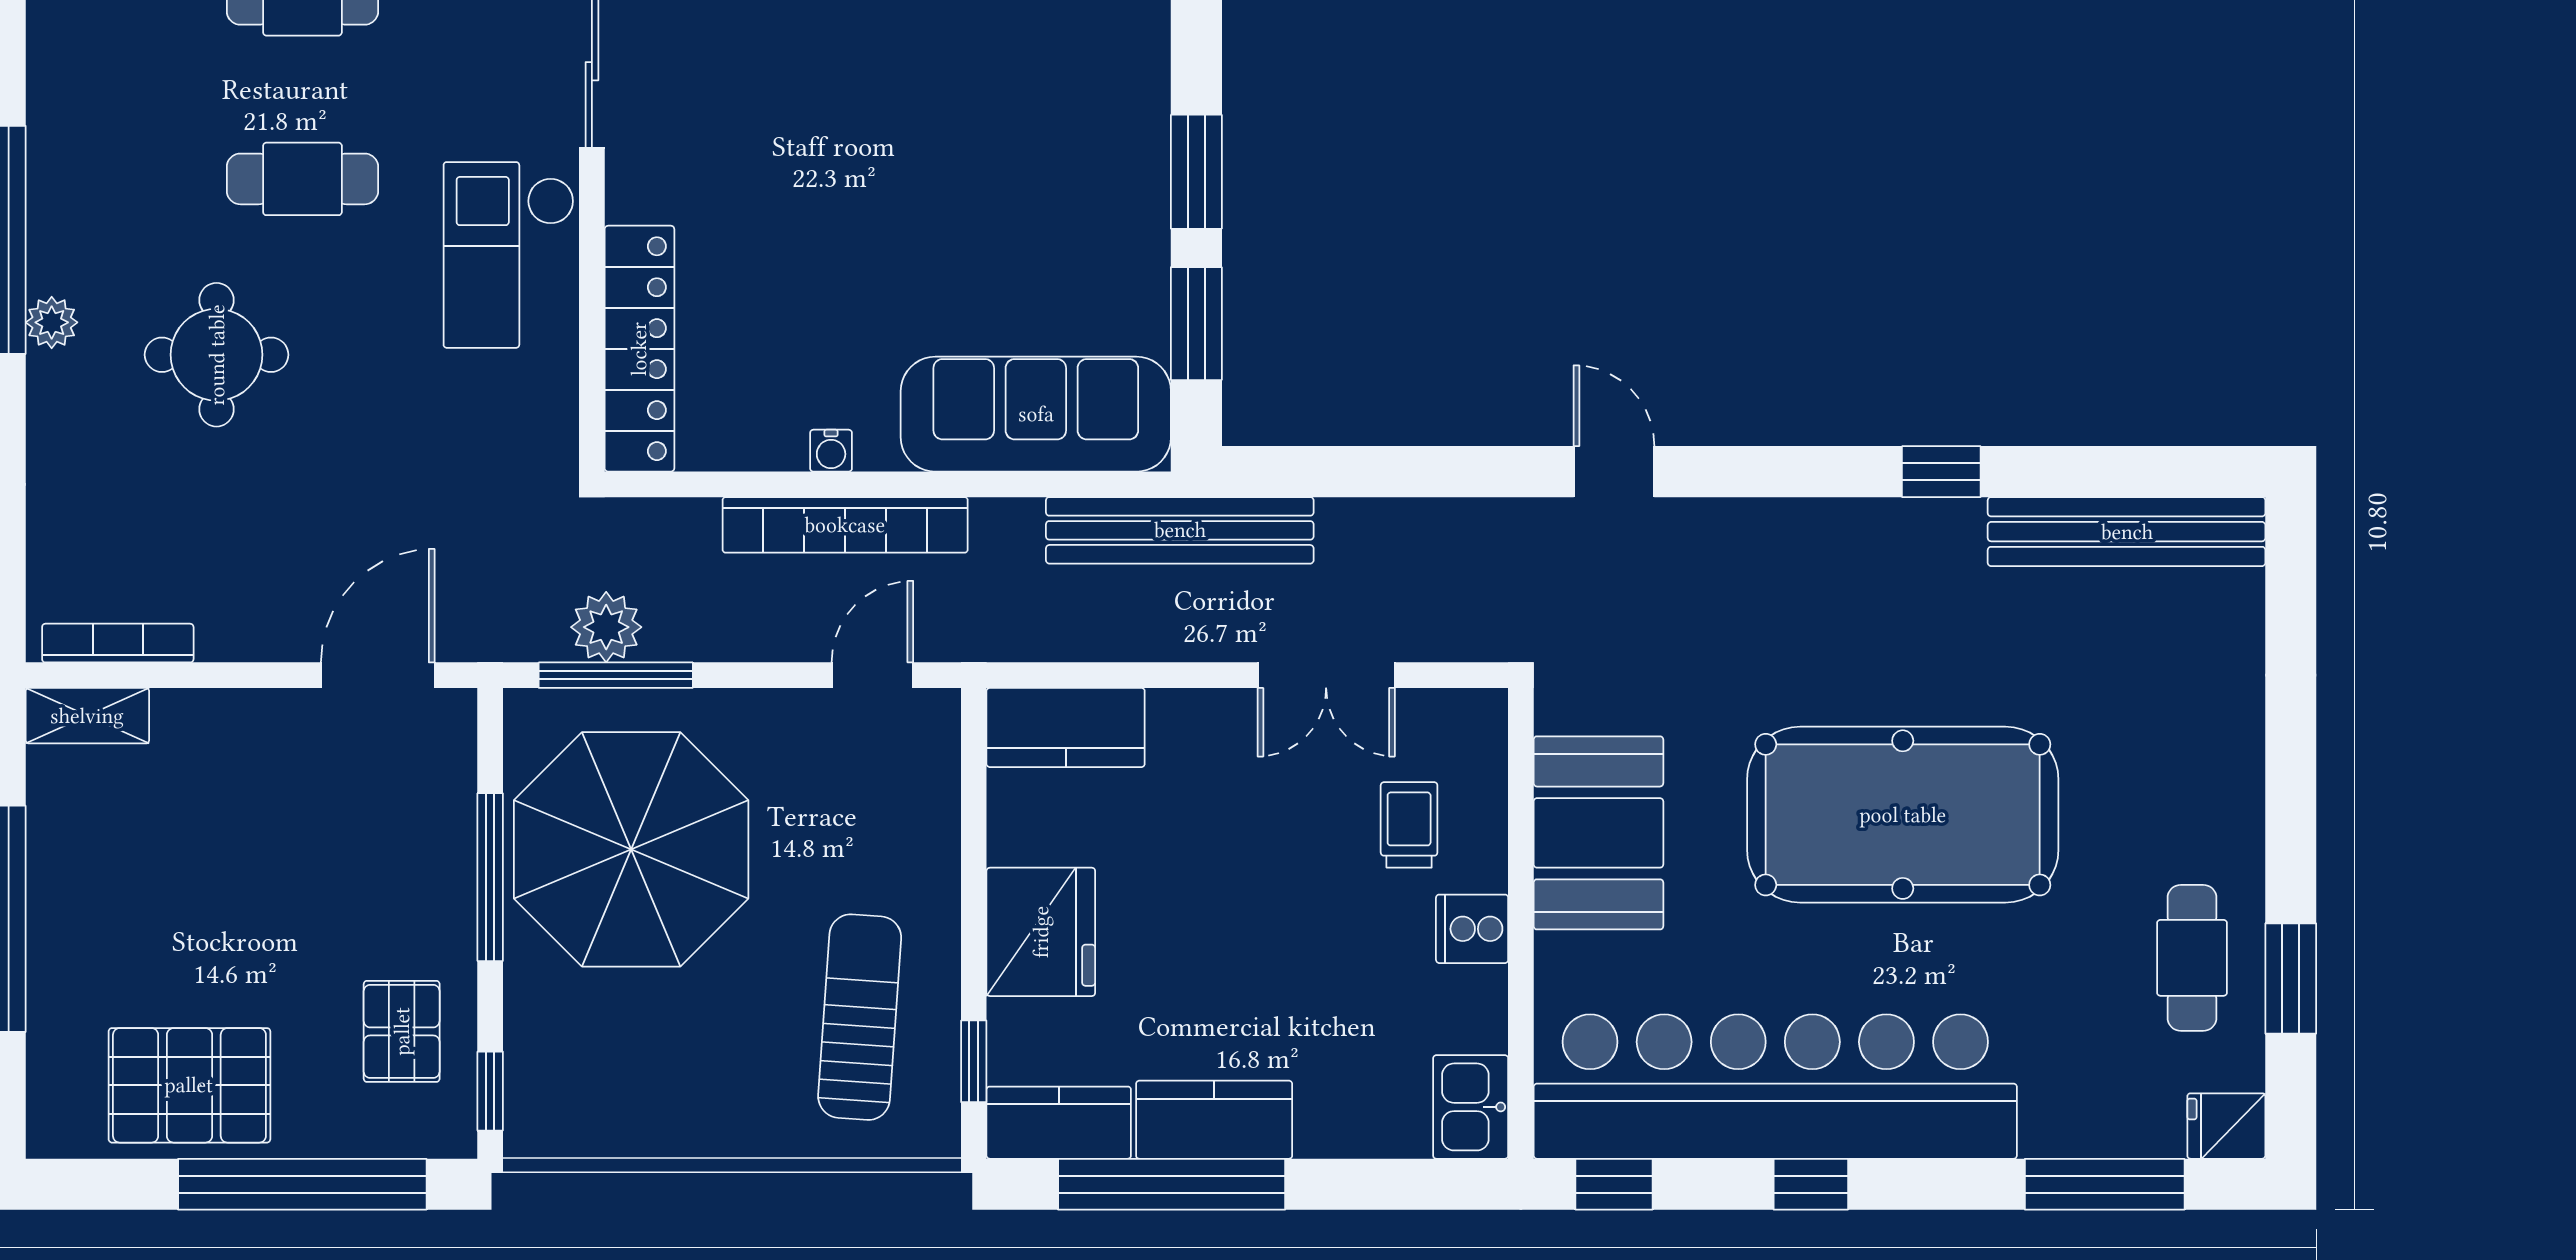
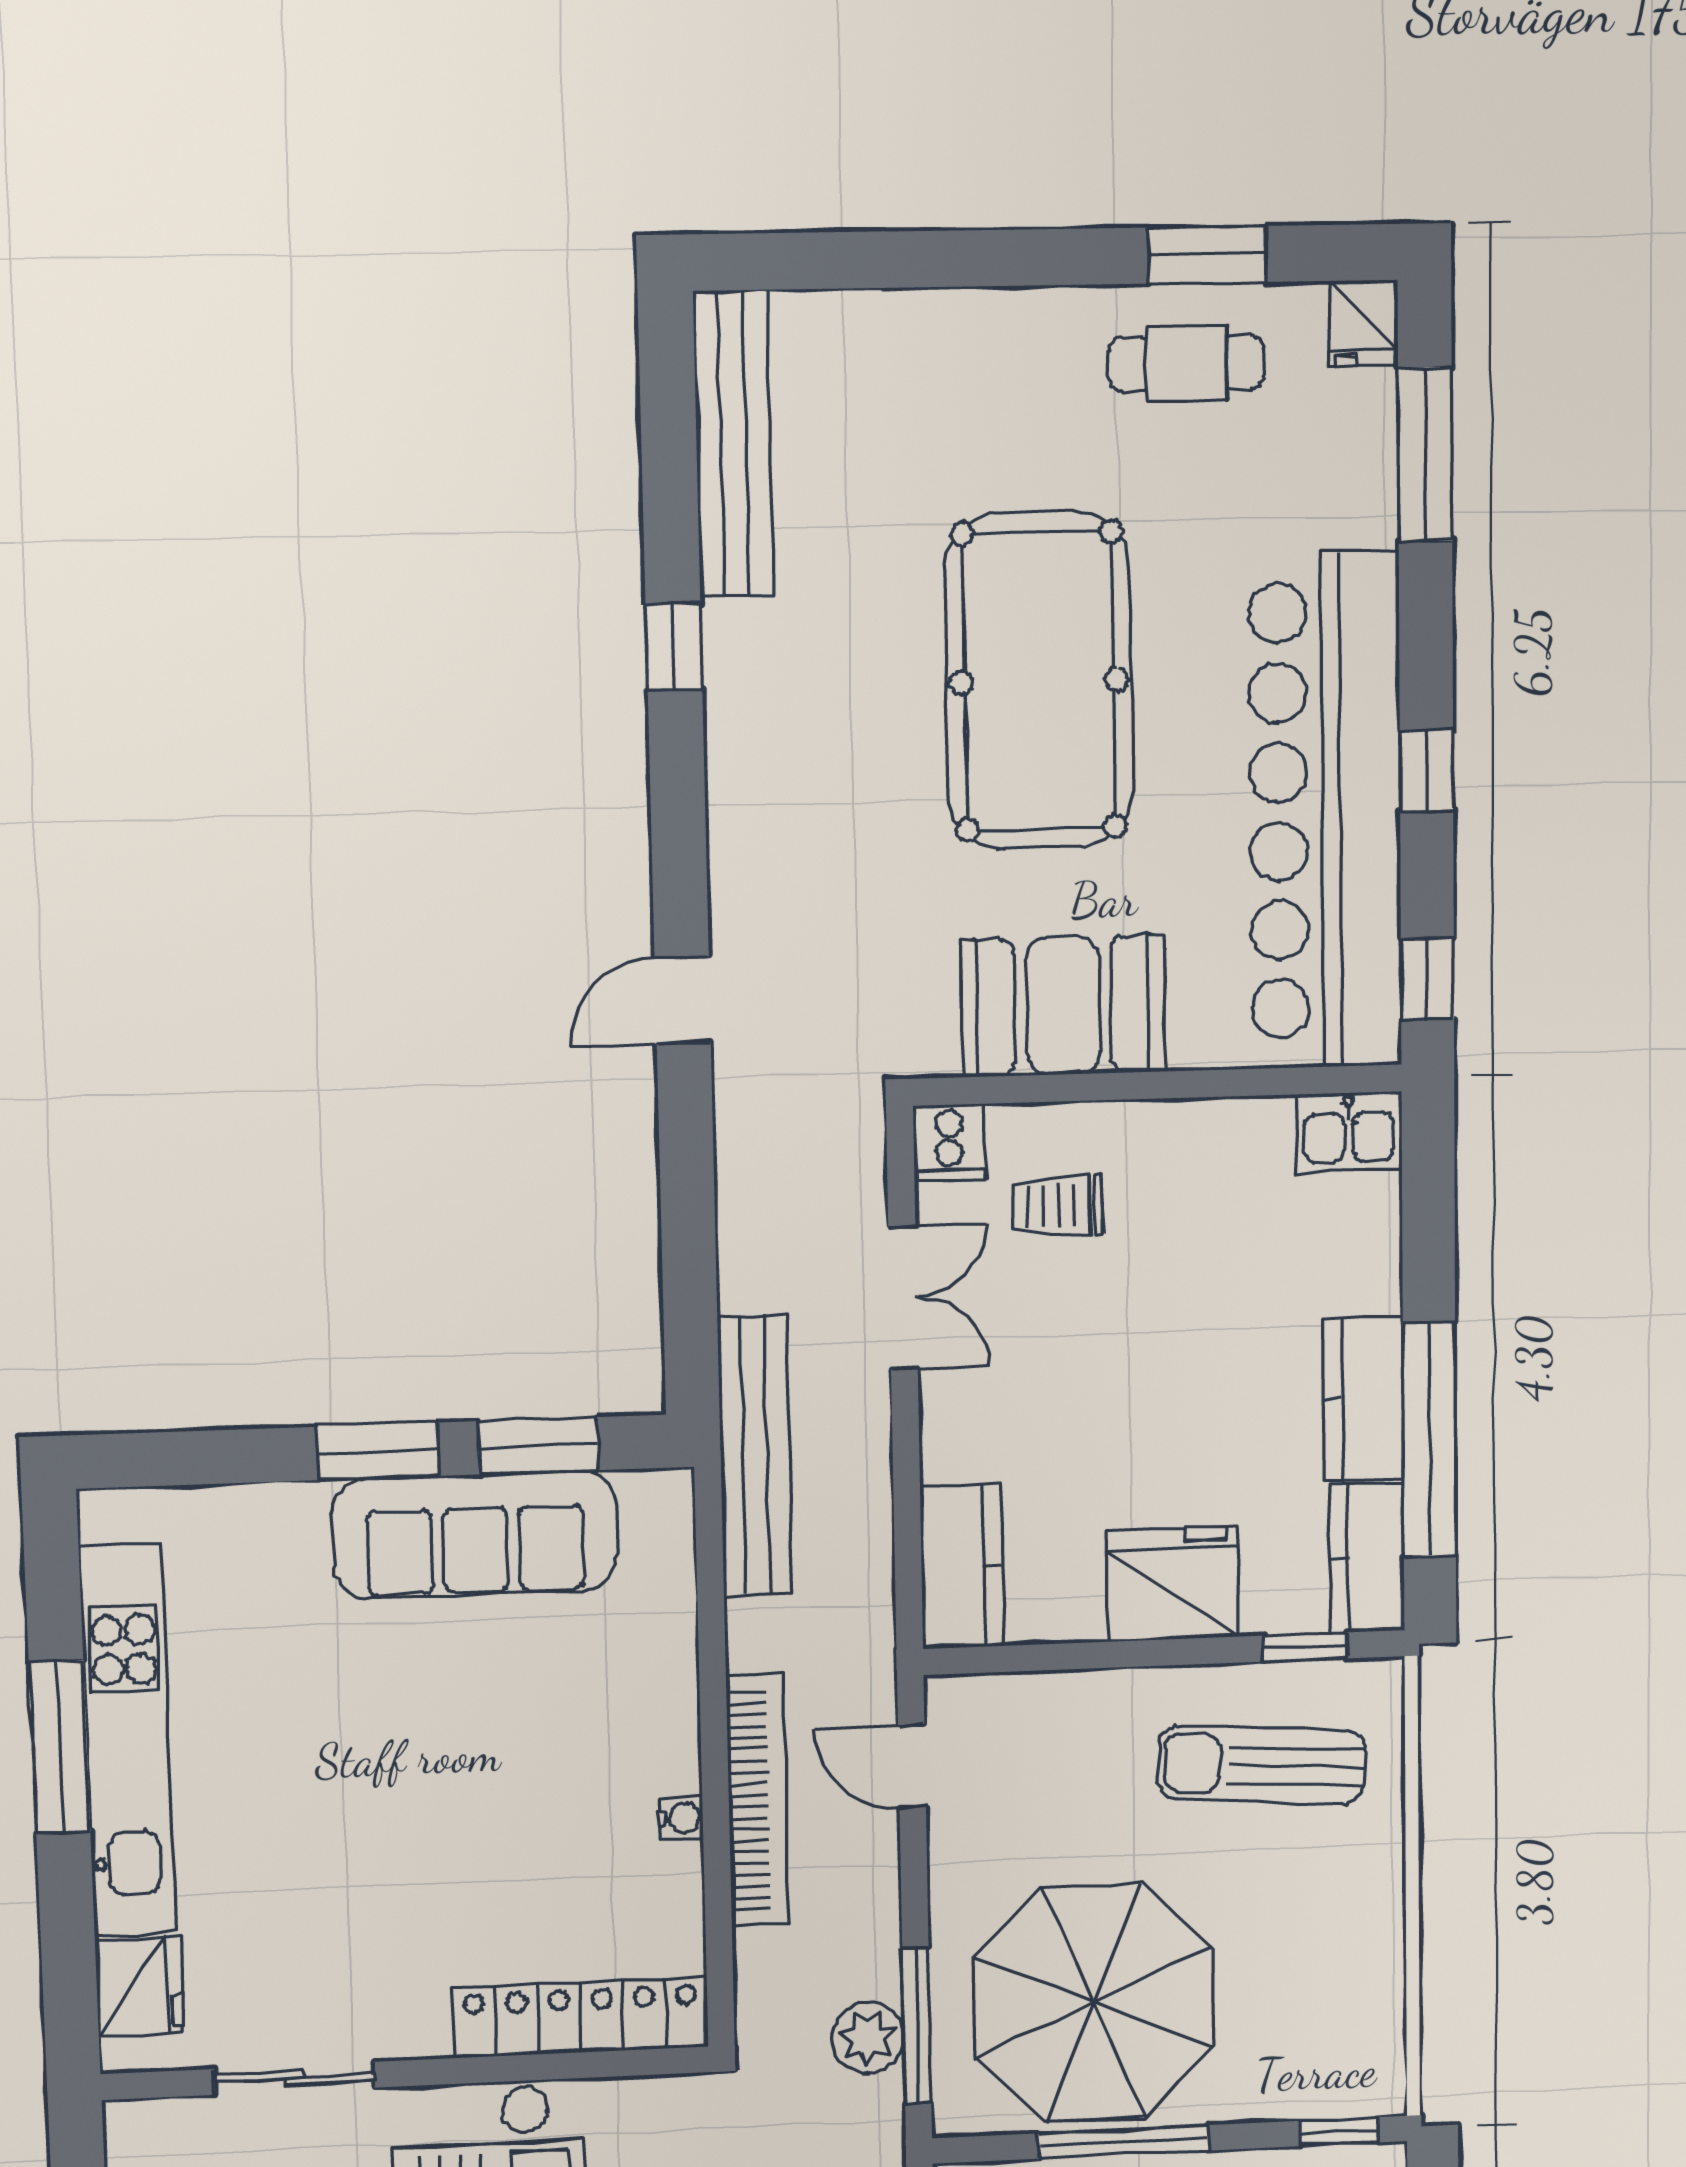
sofa: (1036, 414) -> (475, 1535), moved, turned -90
cooker: (1472, 929) -> (949, 1143), moved

